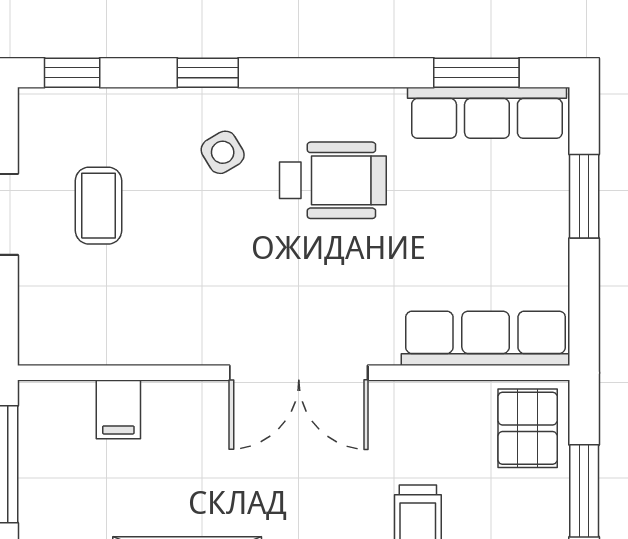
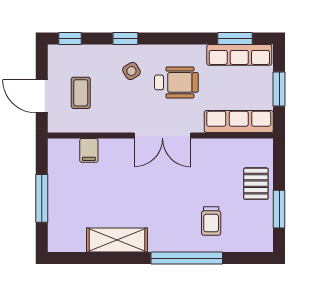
row of seats: (486, 338) -> (239, 121), moved
wall: (294, 373) -> (160, 136), moved
double door: (299, 373) -> (162, 136), moved
filing cabinet: (118, 409) -> (89, 150), moved

